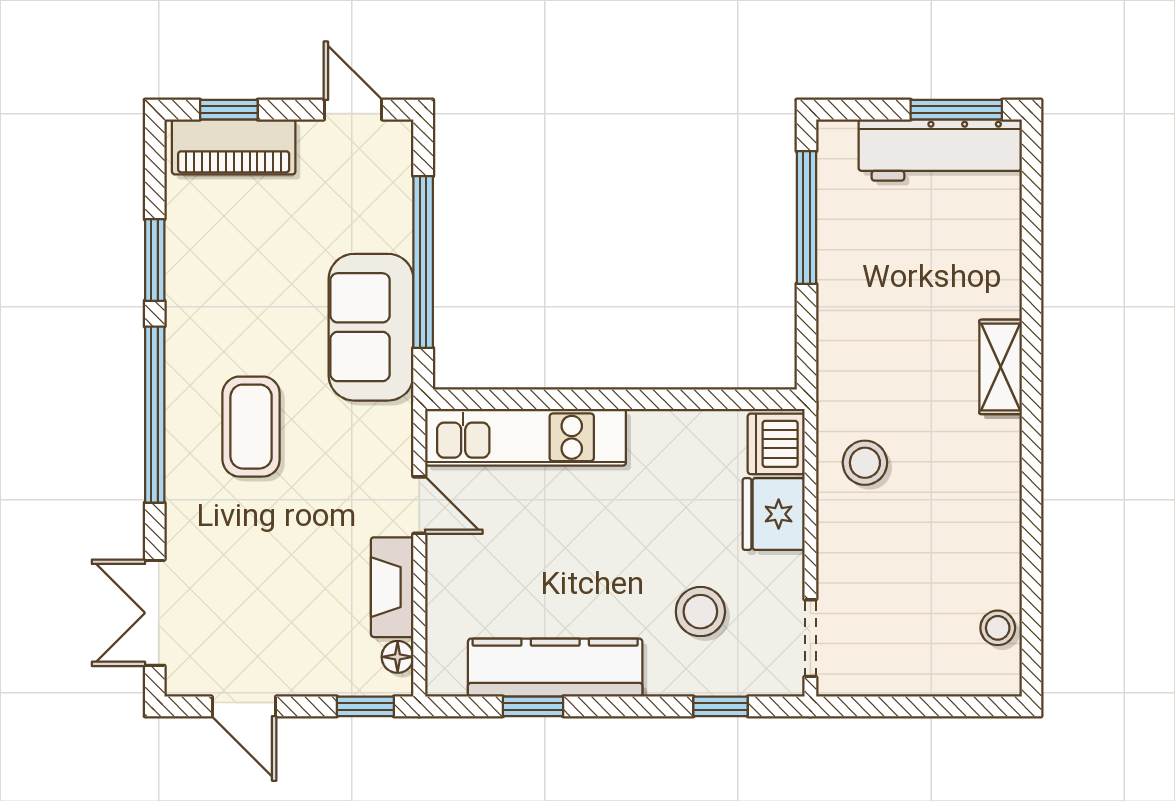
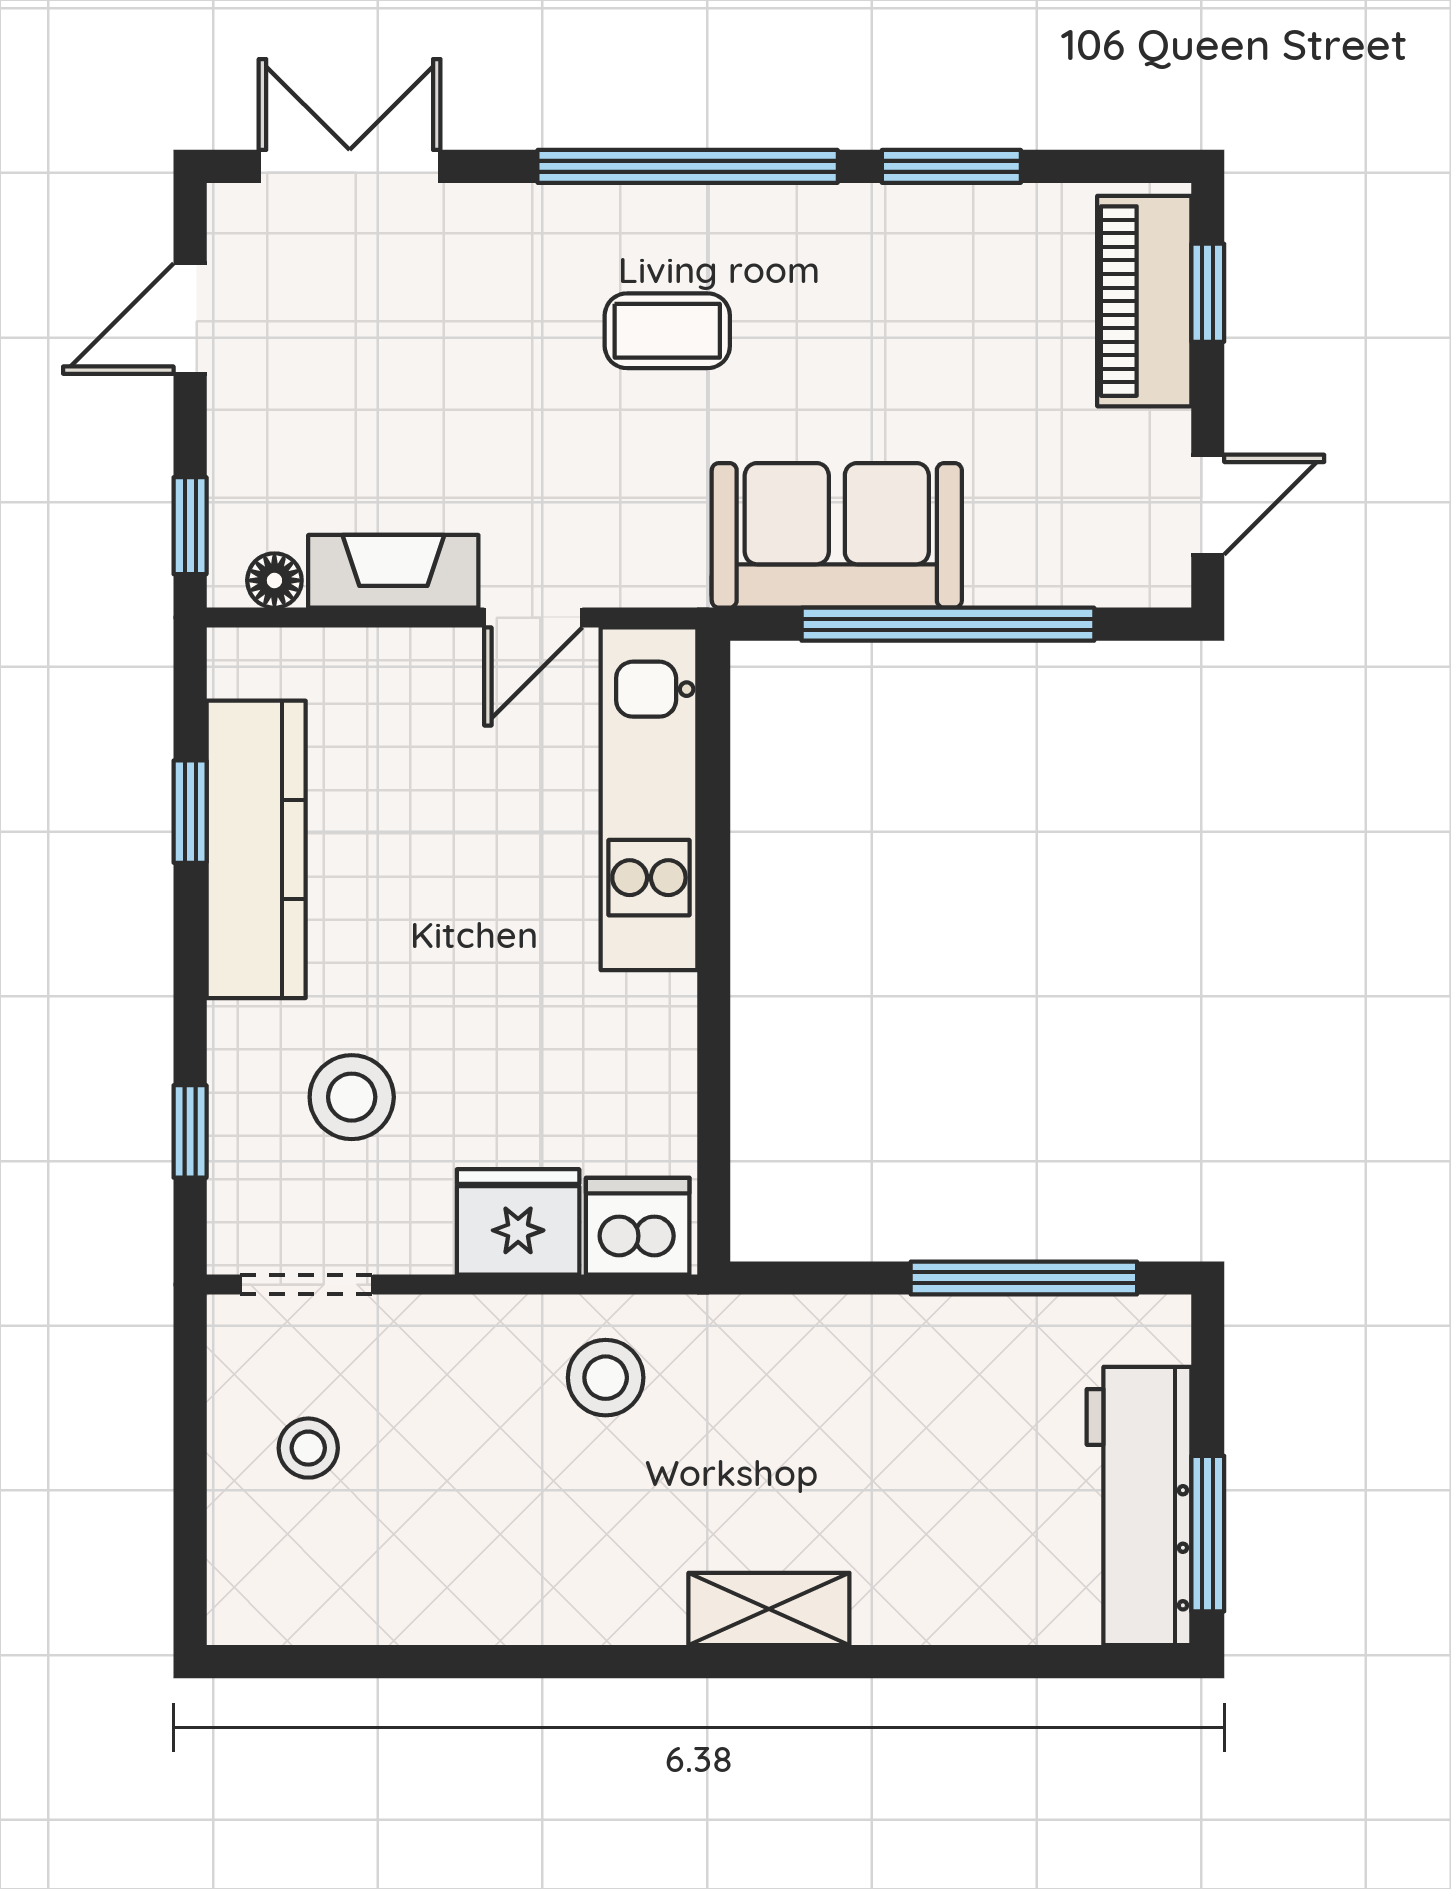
coffee table: (251, 427) -> (667, 331), width x0.73, depth x0.77
stool: (998, 628) -> (308, 1448), moved

